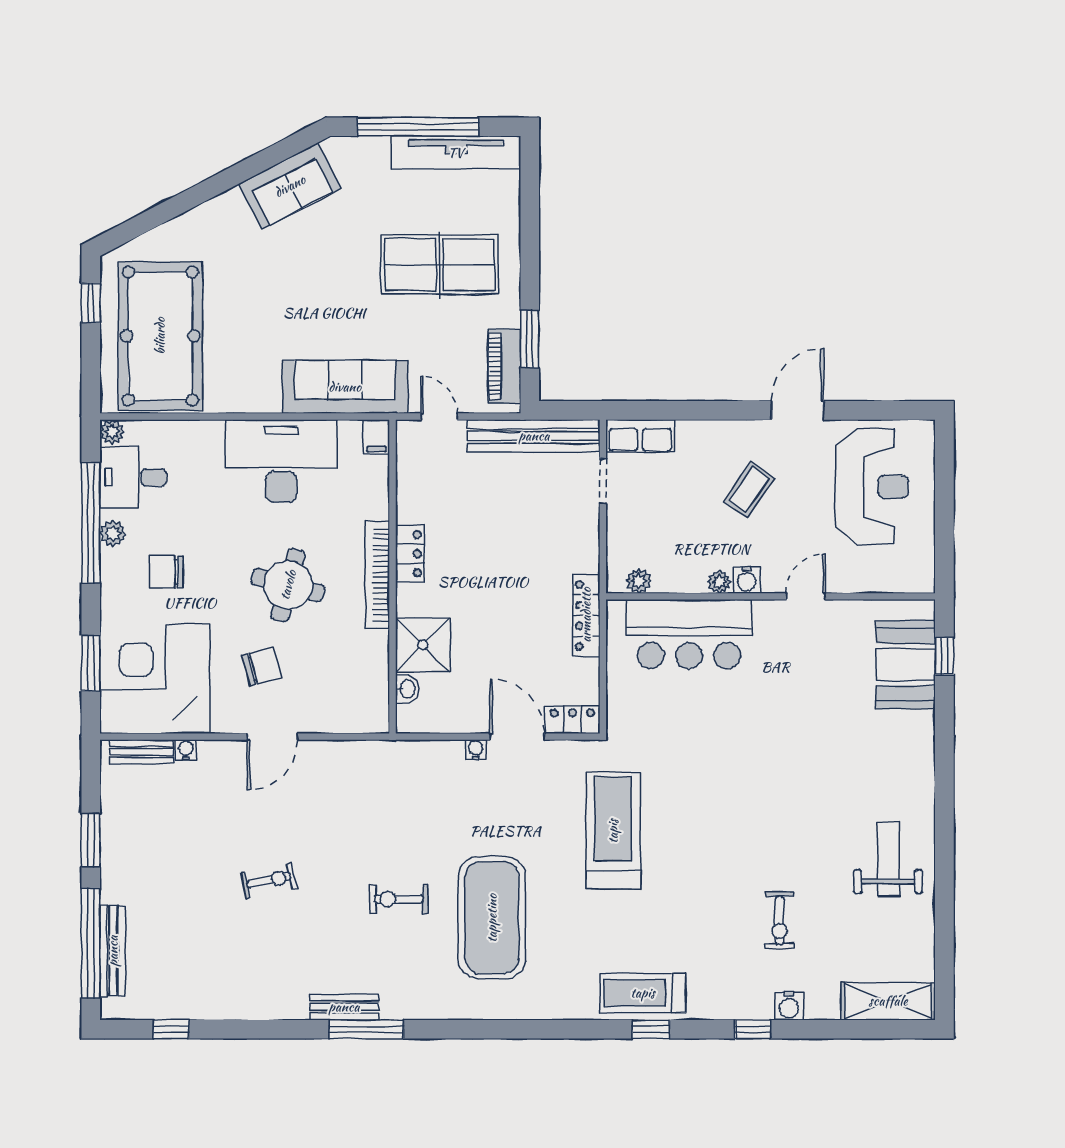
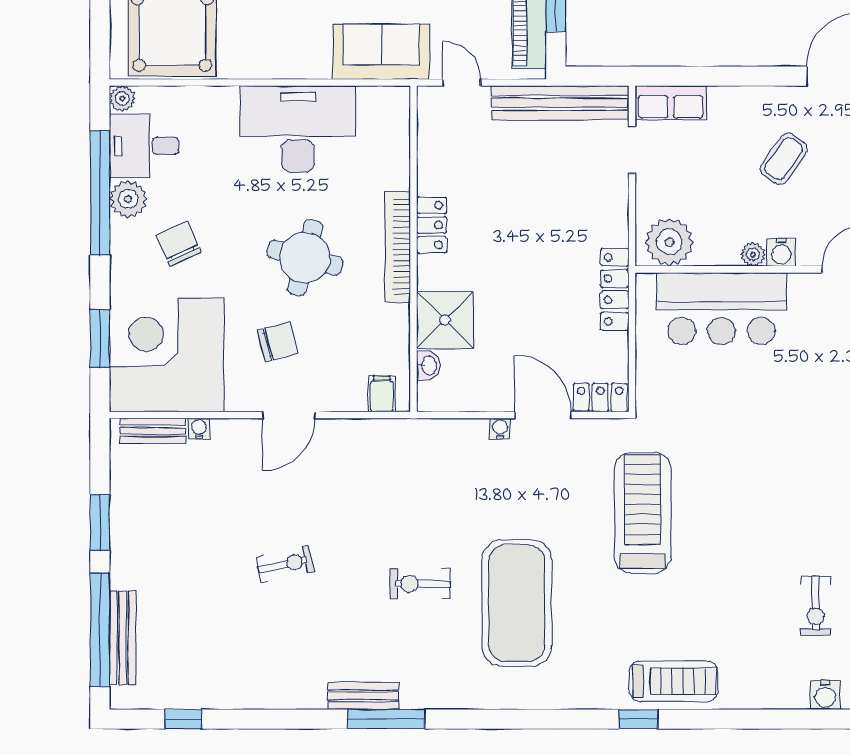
sofa: (345, 387) -> (381, 52), width x0.73
filing cabinet: (376, 437) -> (382, 394), moved, turned 180
plant: (113, 533) -> (128, 199), width x1.38, depth x1.38
chair: (166, 572) -> (179, 244), turned 66
plant: (639, 581) -> (669, 242), width x1.87, depth x1.87
treadmill: (643, 993) -> (674, 681), turned 180
window: (651, 1029) -> (638, 719), moved
window: (753, 1029) -> (788, 719), removed

